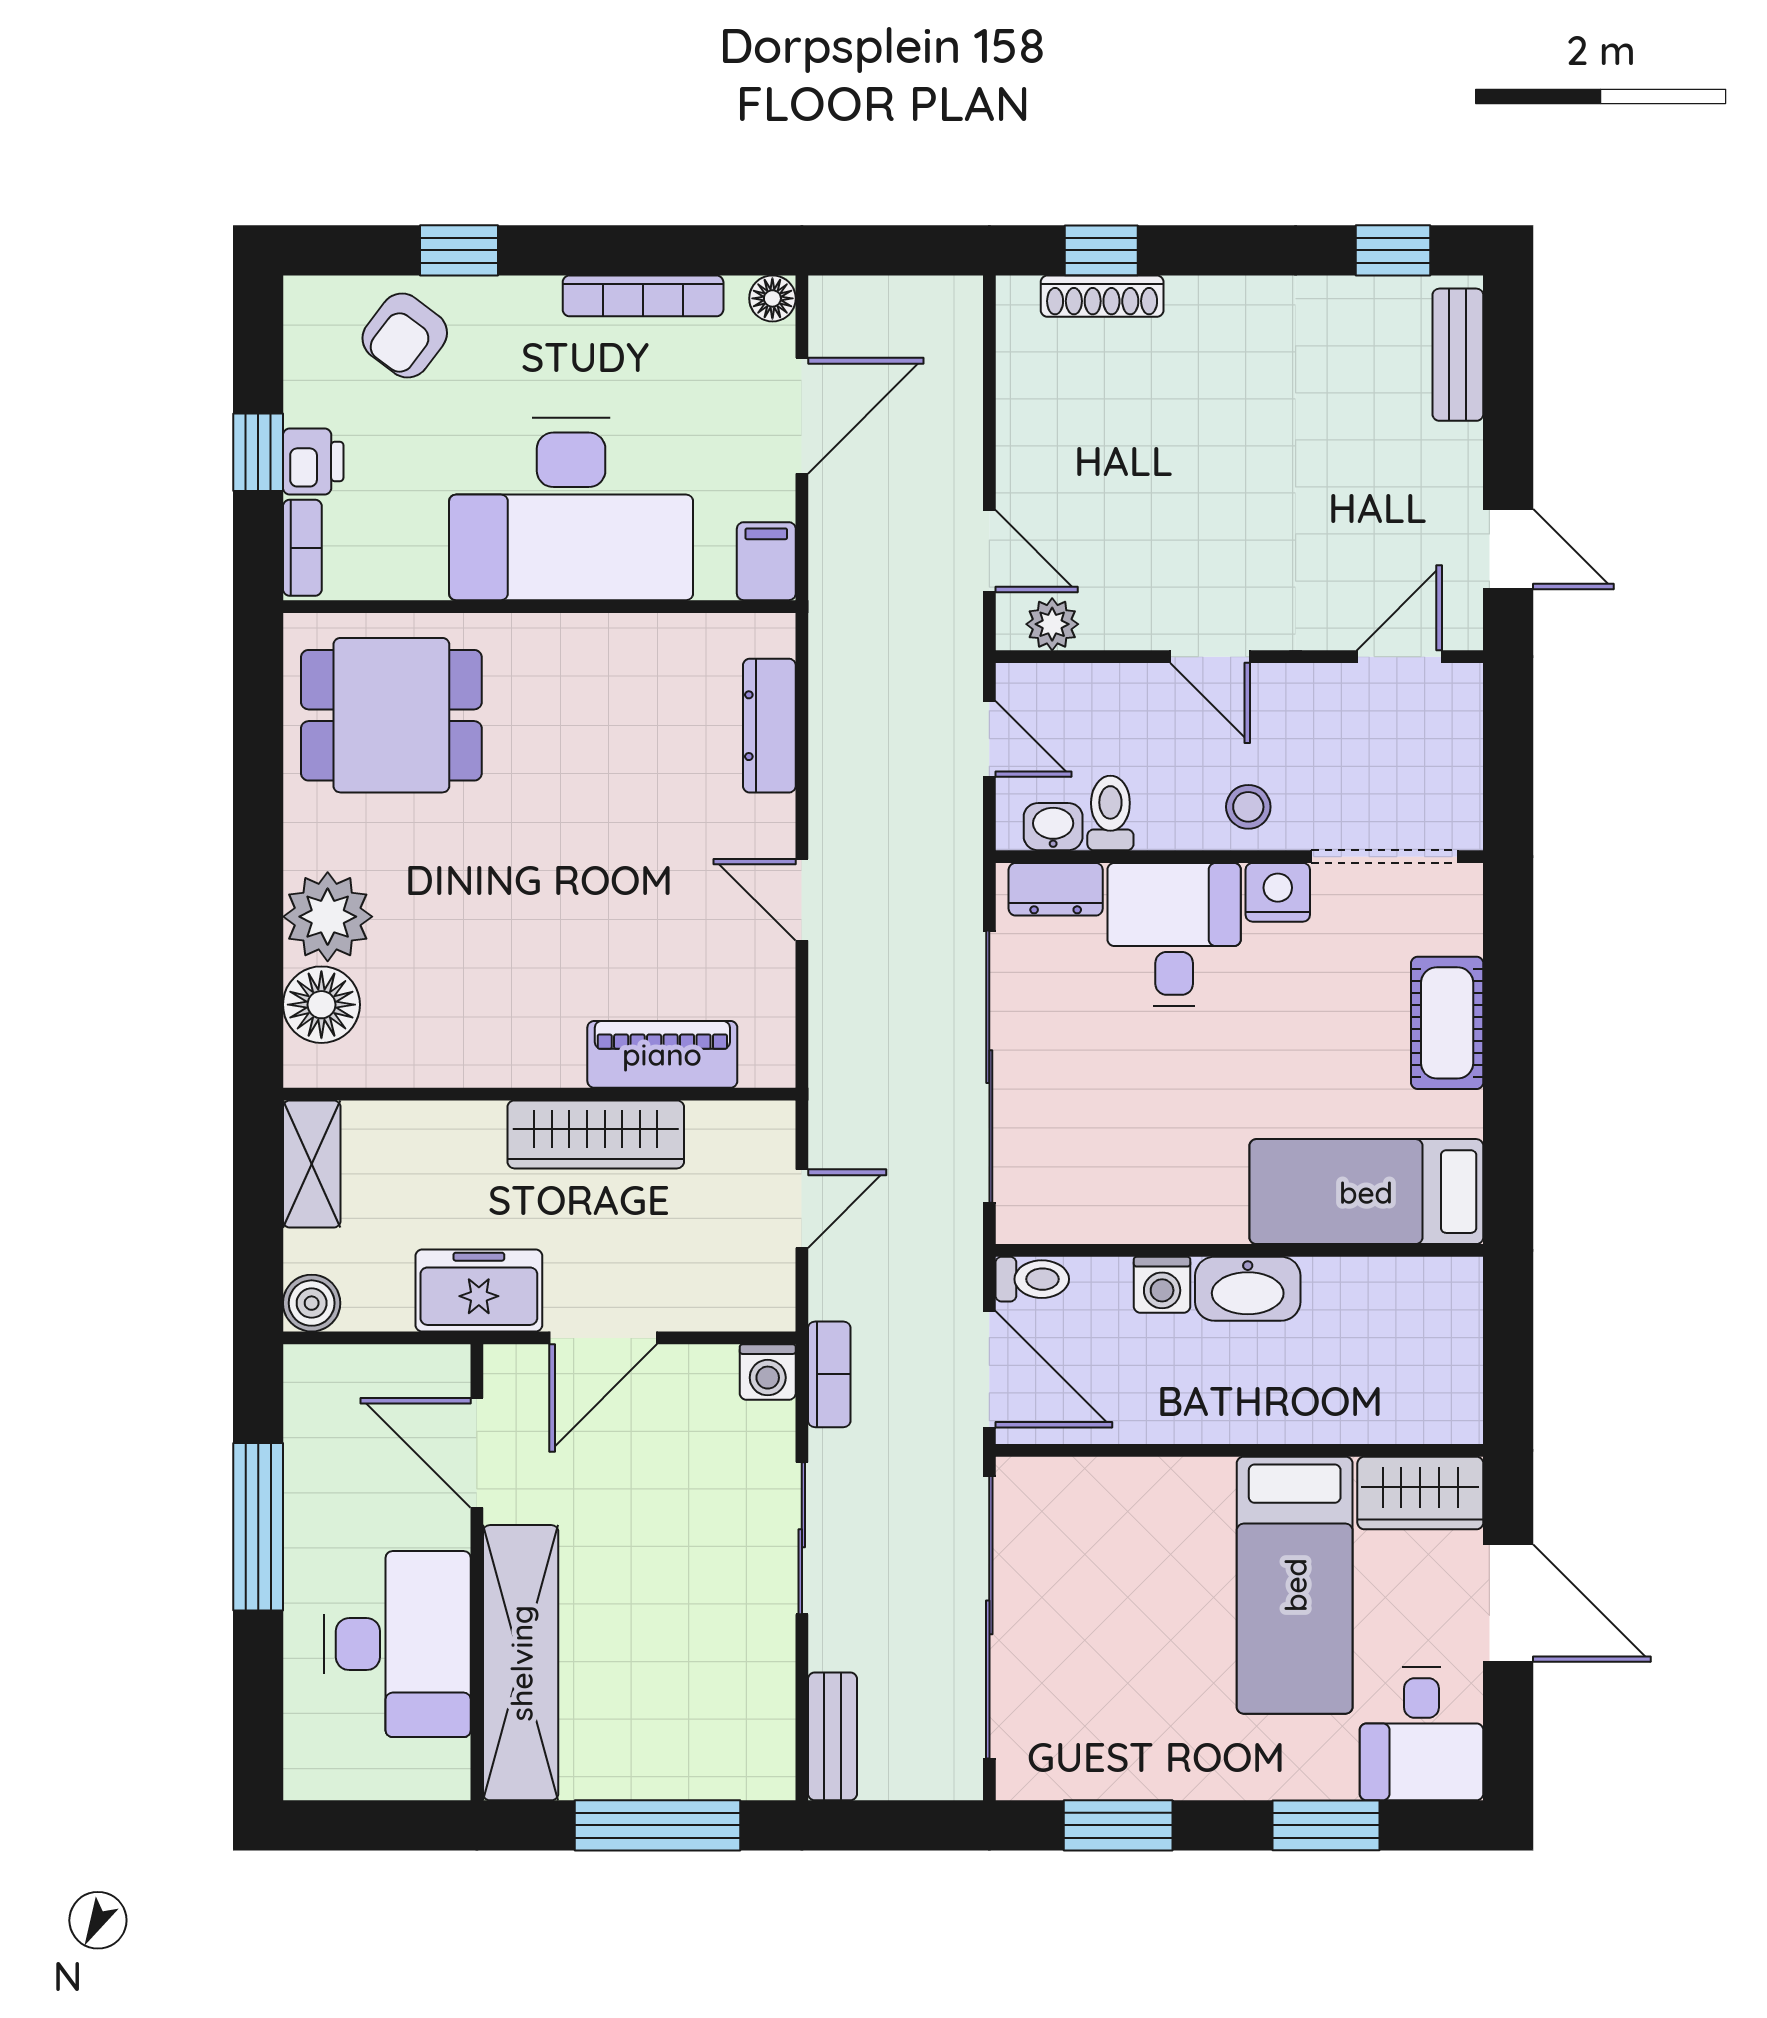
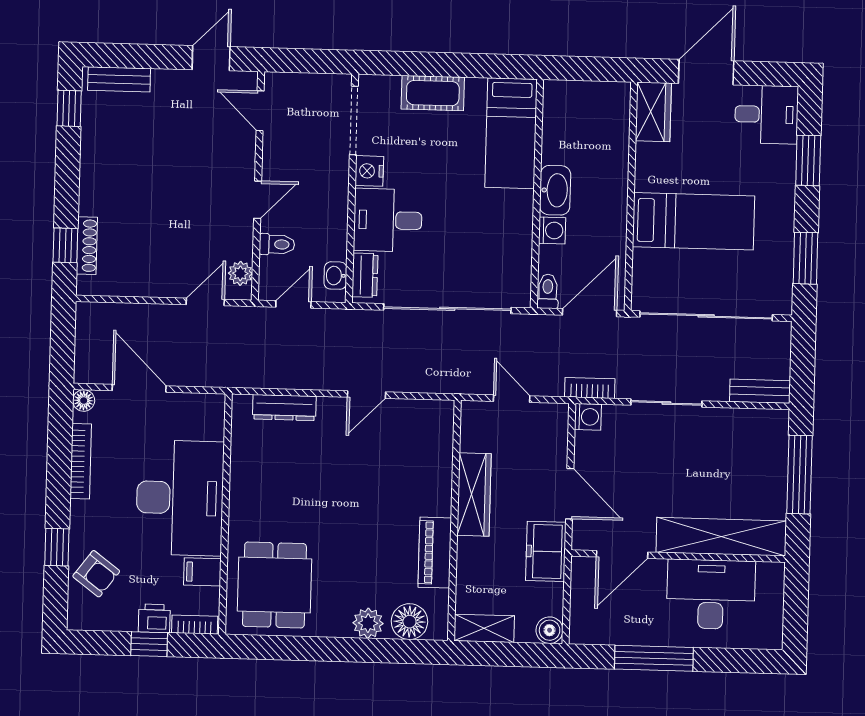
filing cabinet: (766, 561) -> (202, 572), moved
stool: (1248, 807) -> (329, 184), removed
toilet: (1110, 813) -> (277, 244), moved, turned 180
plant: (328, 917) -> (368, 623), width x0.73, depth x0.73
piano: (662, 1054) -> (435, 553), moved
bed: (1295, 1585) -> (694, 221), moved

